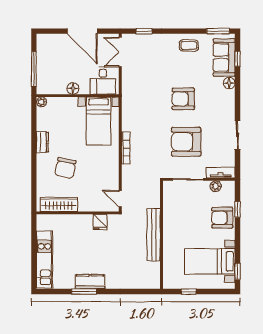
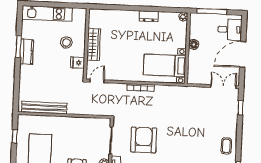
desk: (103, 81) -> (230, 30), moved, turned 180
armchair: (183, 99) -> (181, 139), removed
chair: (65, 168) -> (126, 35), removed
wardrobe: (59, 204) -> (94, 45), moved
bench: (154, 235) -> (44, 108), moved
stool: (77, 236) -> (66, 43), added

